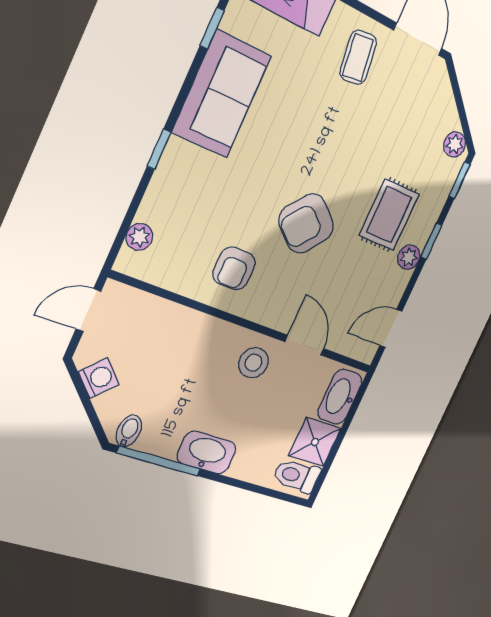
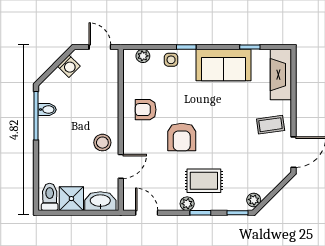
side table: (169, 188) -> (171, 60), added
armchair: (306, 223) -> (182, 137), turned -129
bidet: (129, 431) -> (47, 110), moved
washbasin: (207, 453) -> (48, 139), removed

